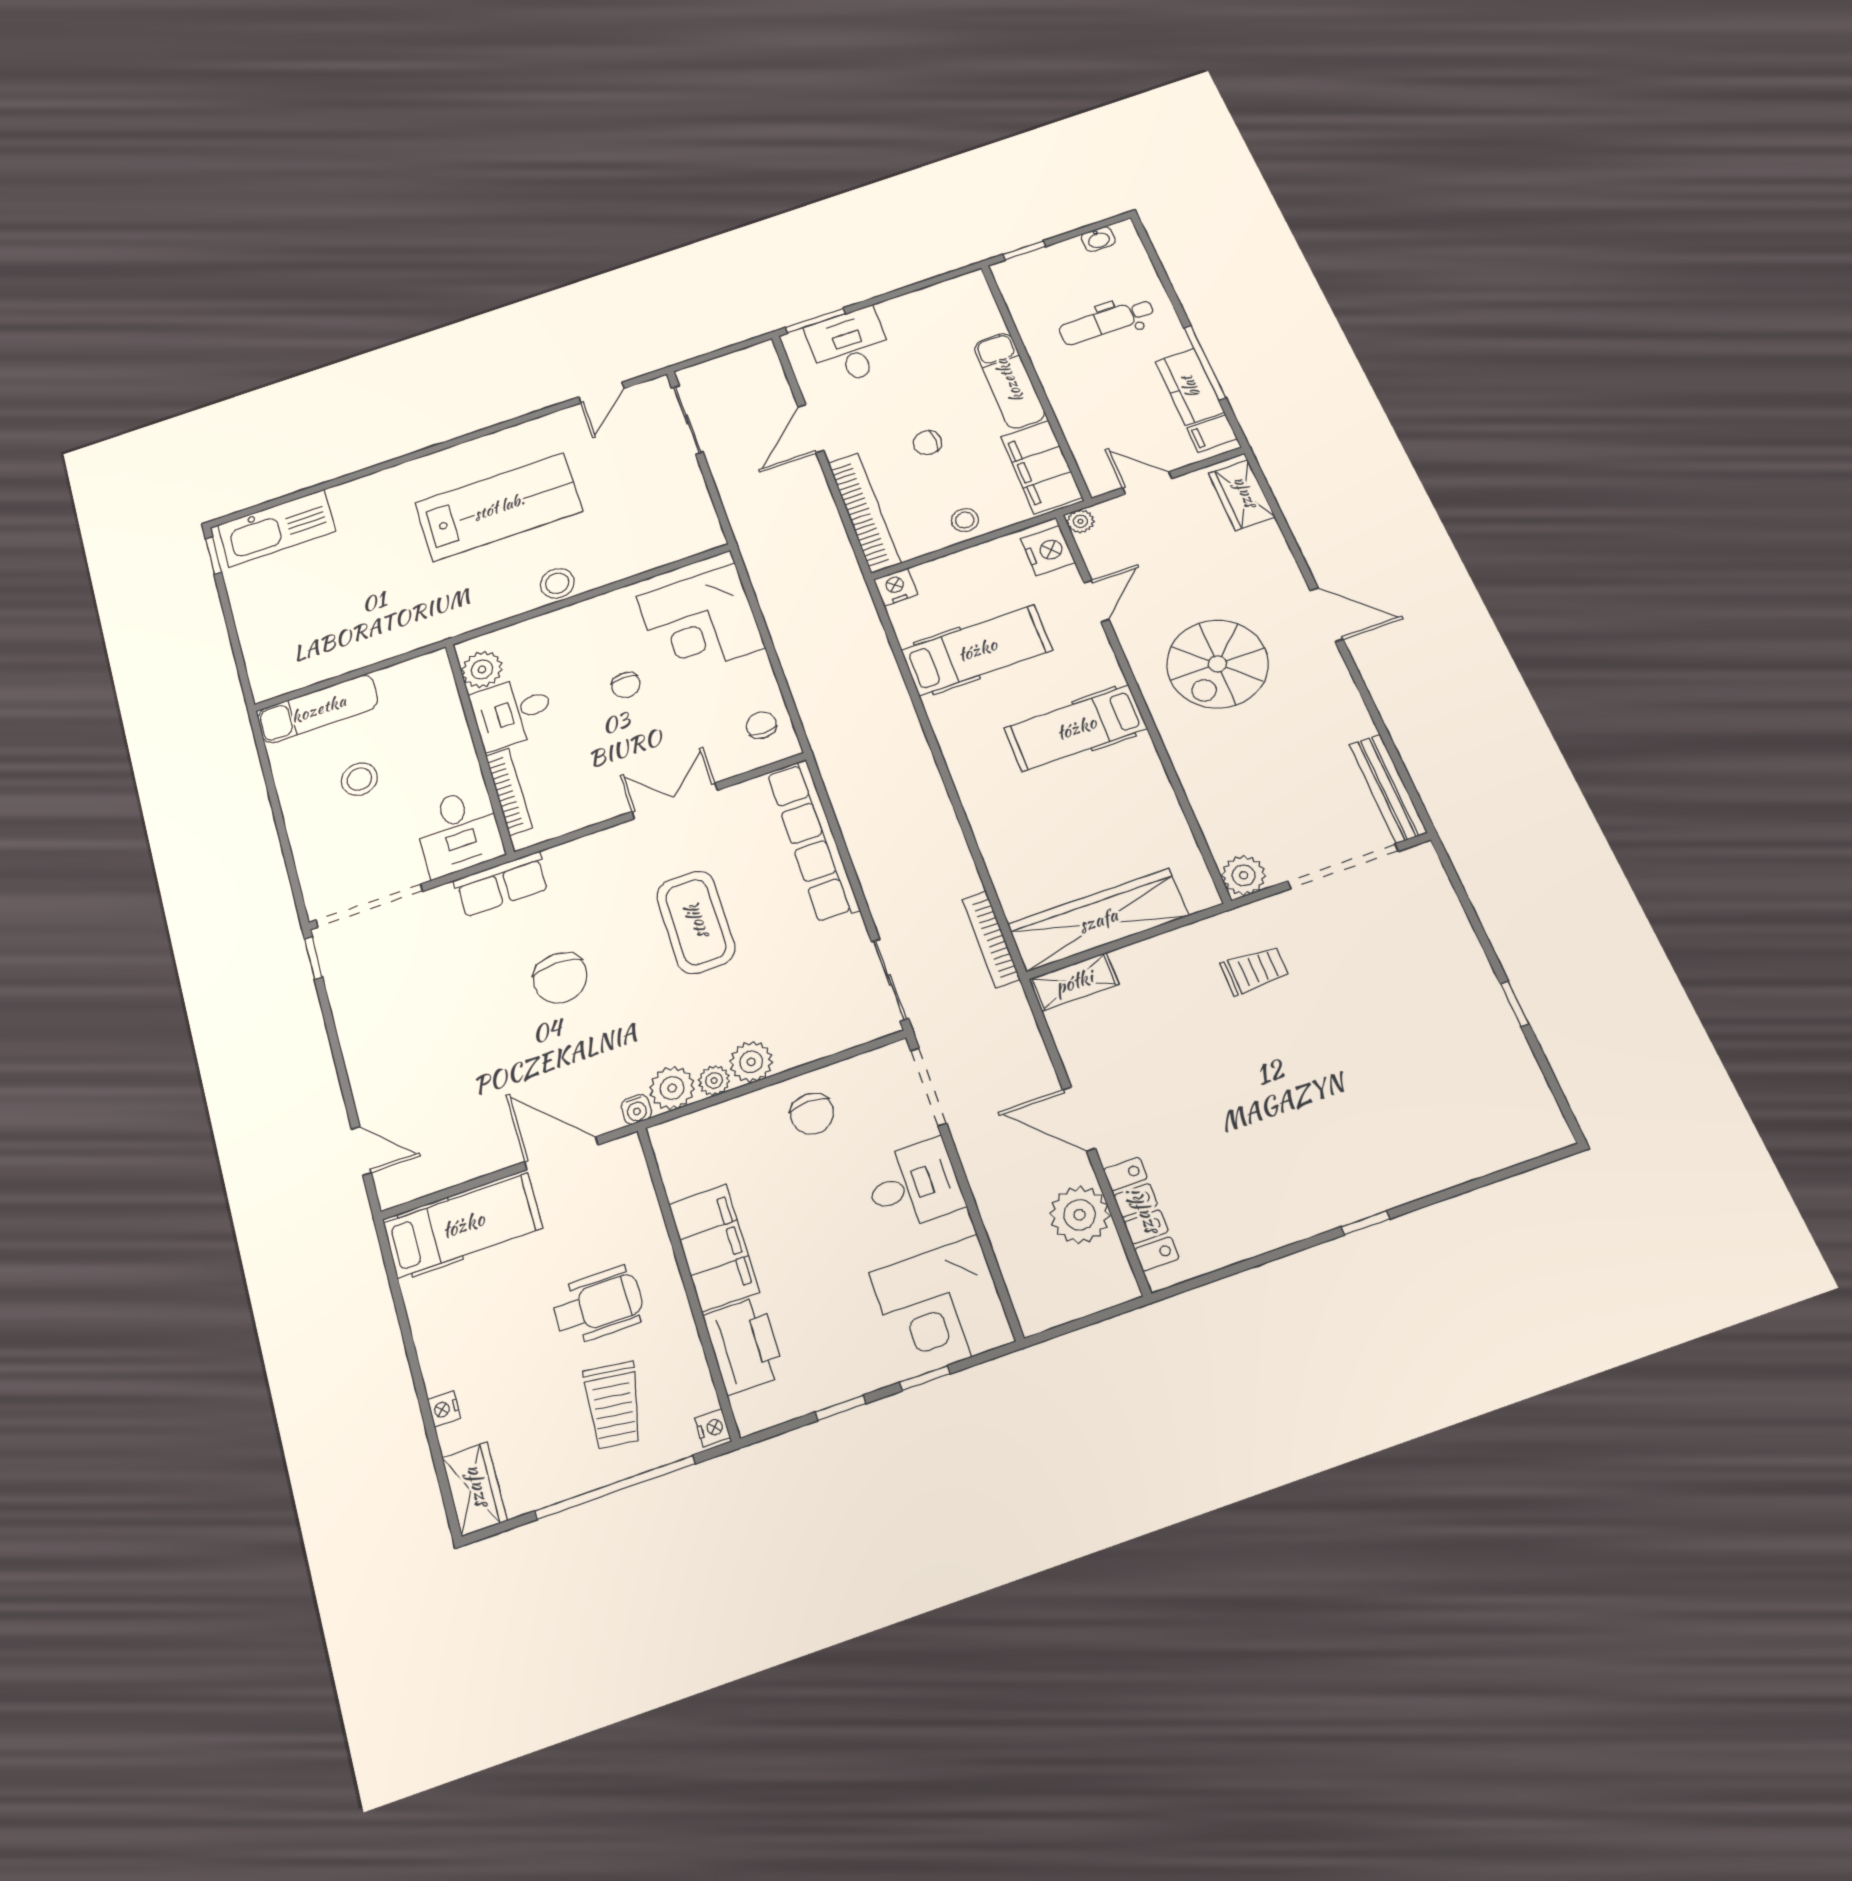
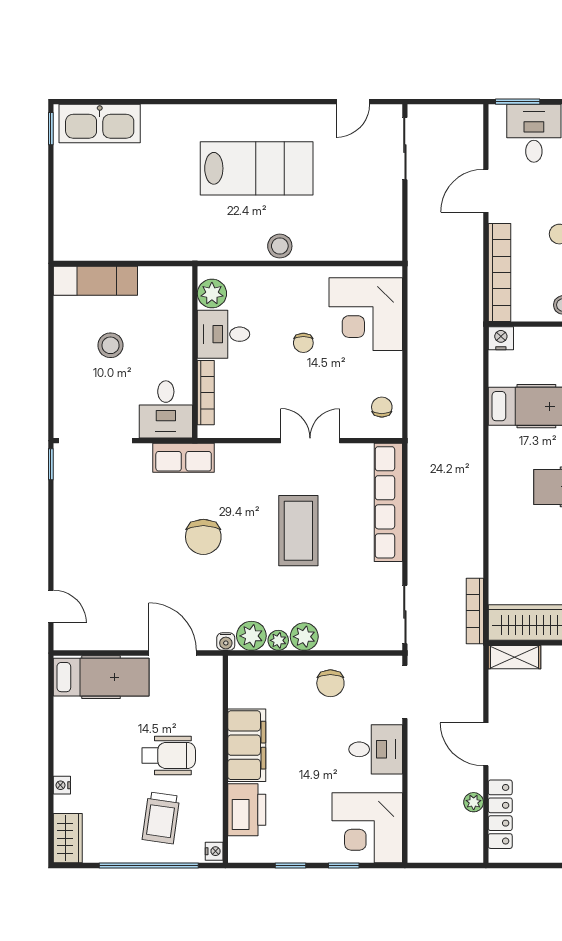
plant: (1080, 1215) -> (474, 802), width x0.53, depth x0.53

